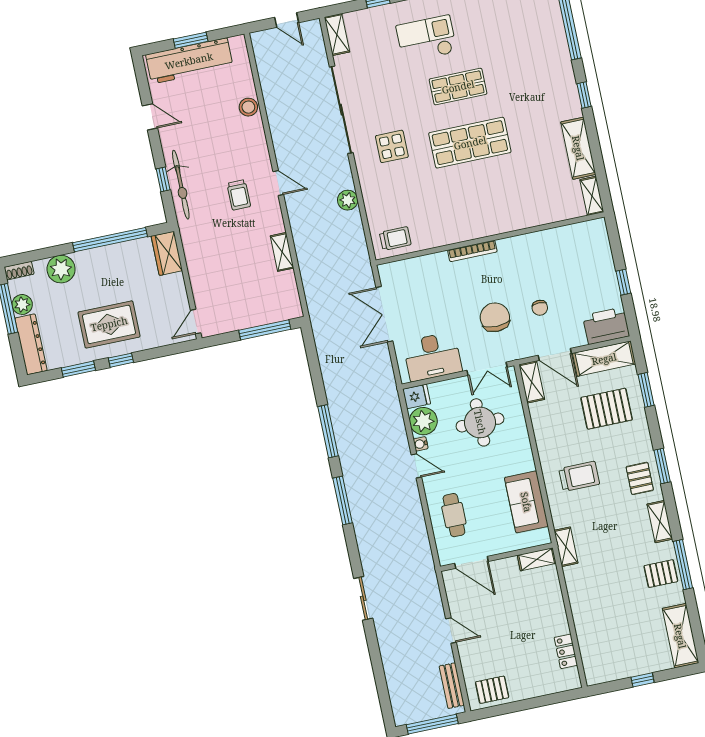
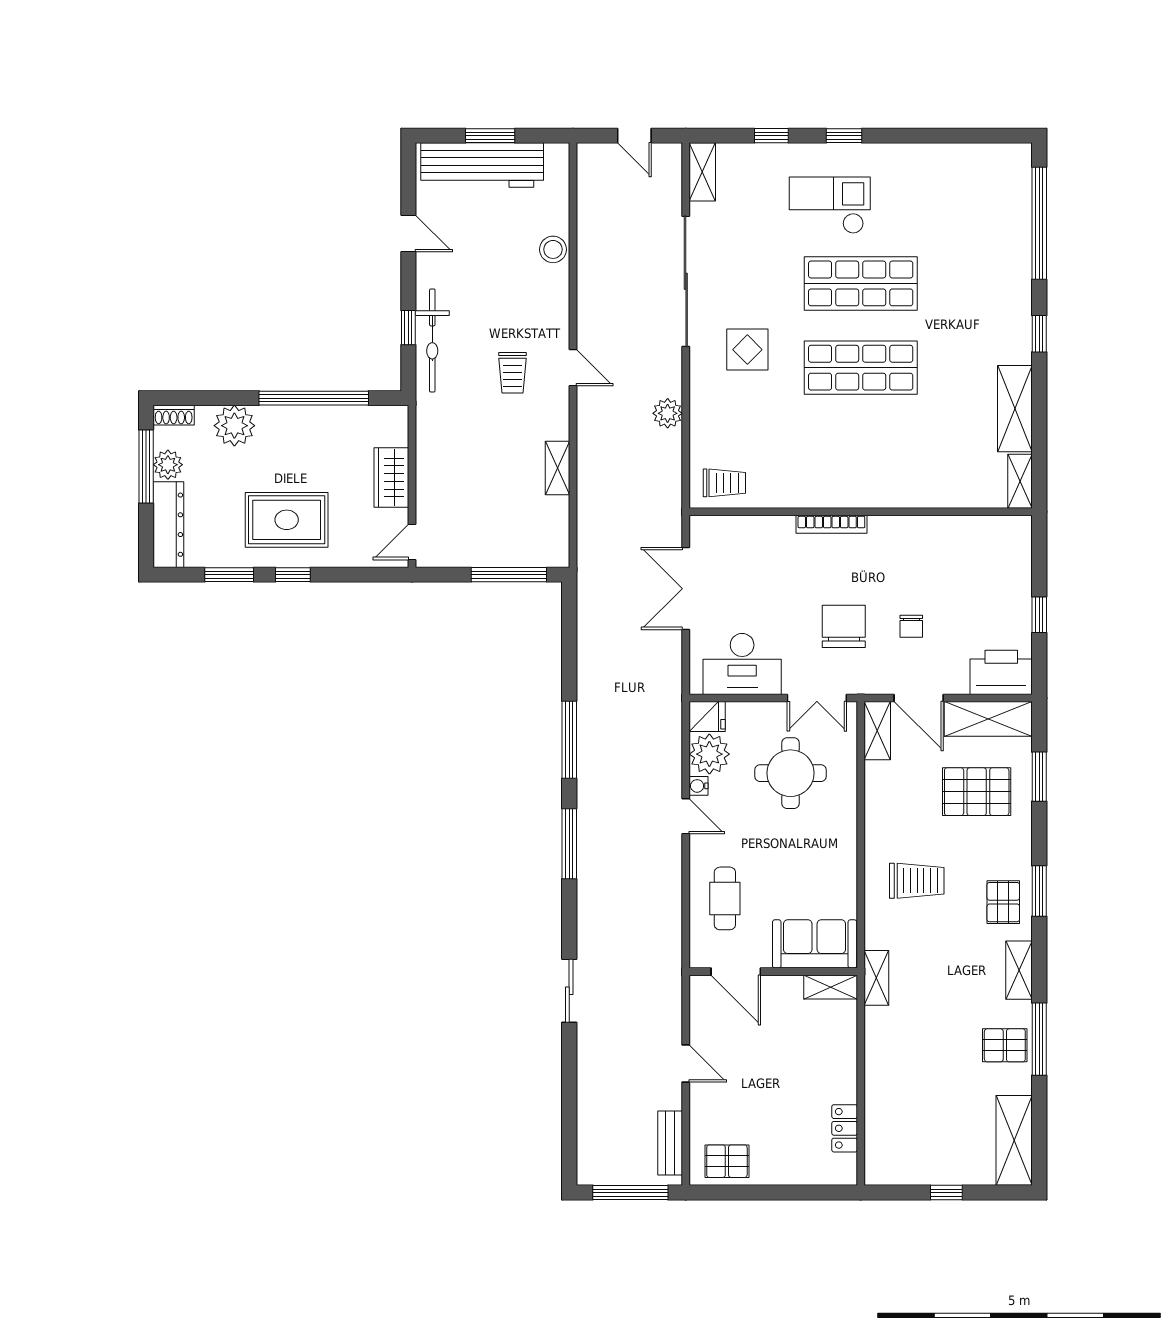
shop shelf: (458, 87) -> (861, 283), width x1.43, depth x1.36
wardrobe: (167, 253) -> (391, 478), moved
sofa: (526, 502) -> (815, 944), moved, turned 90

